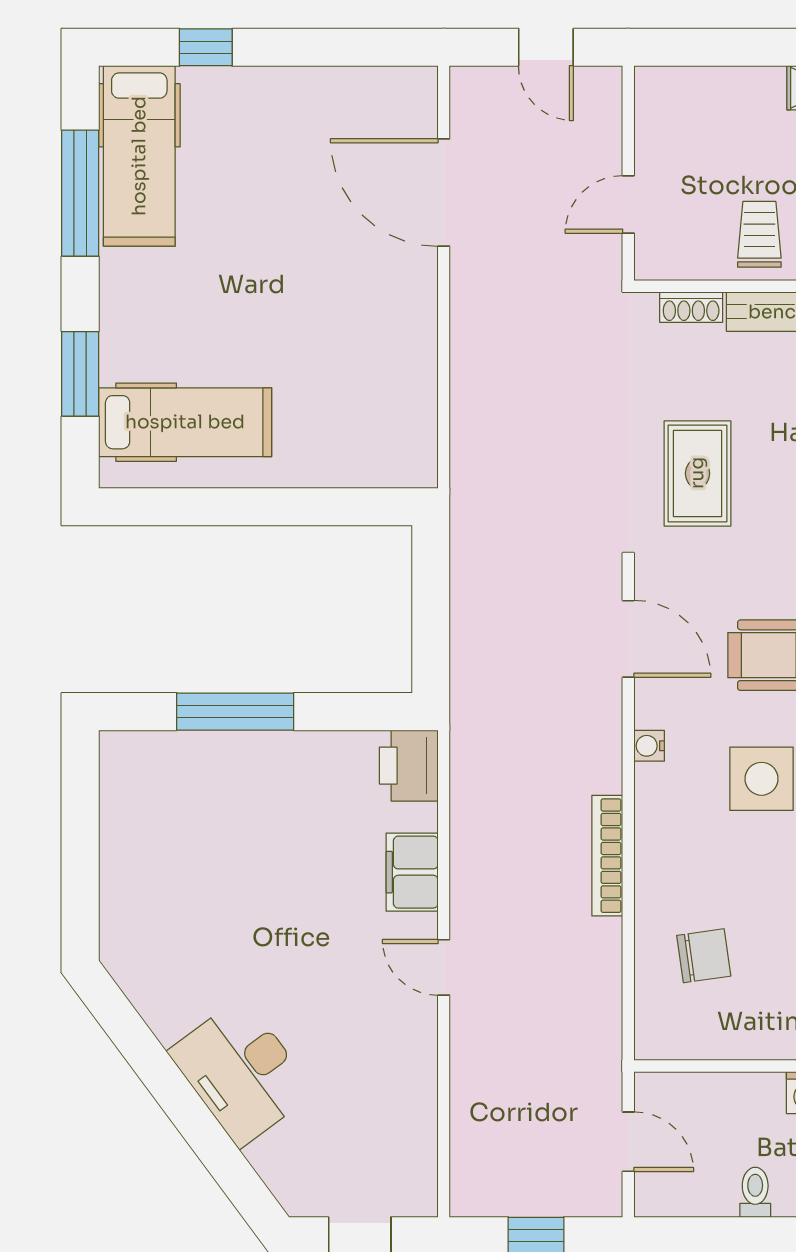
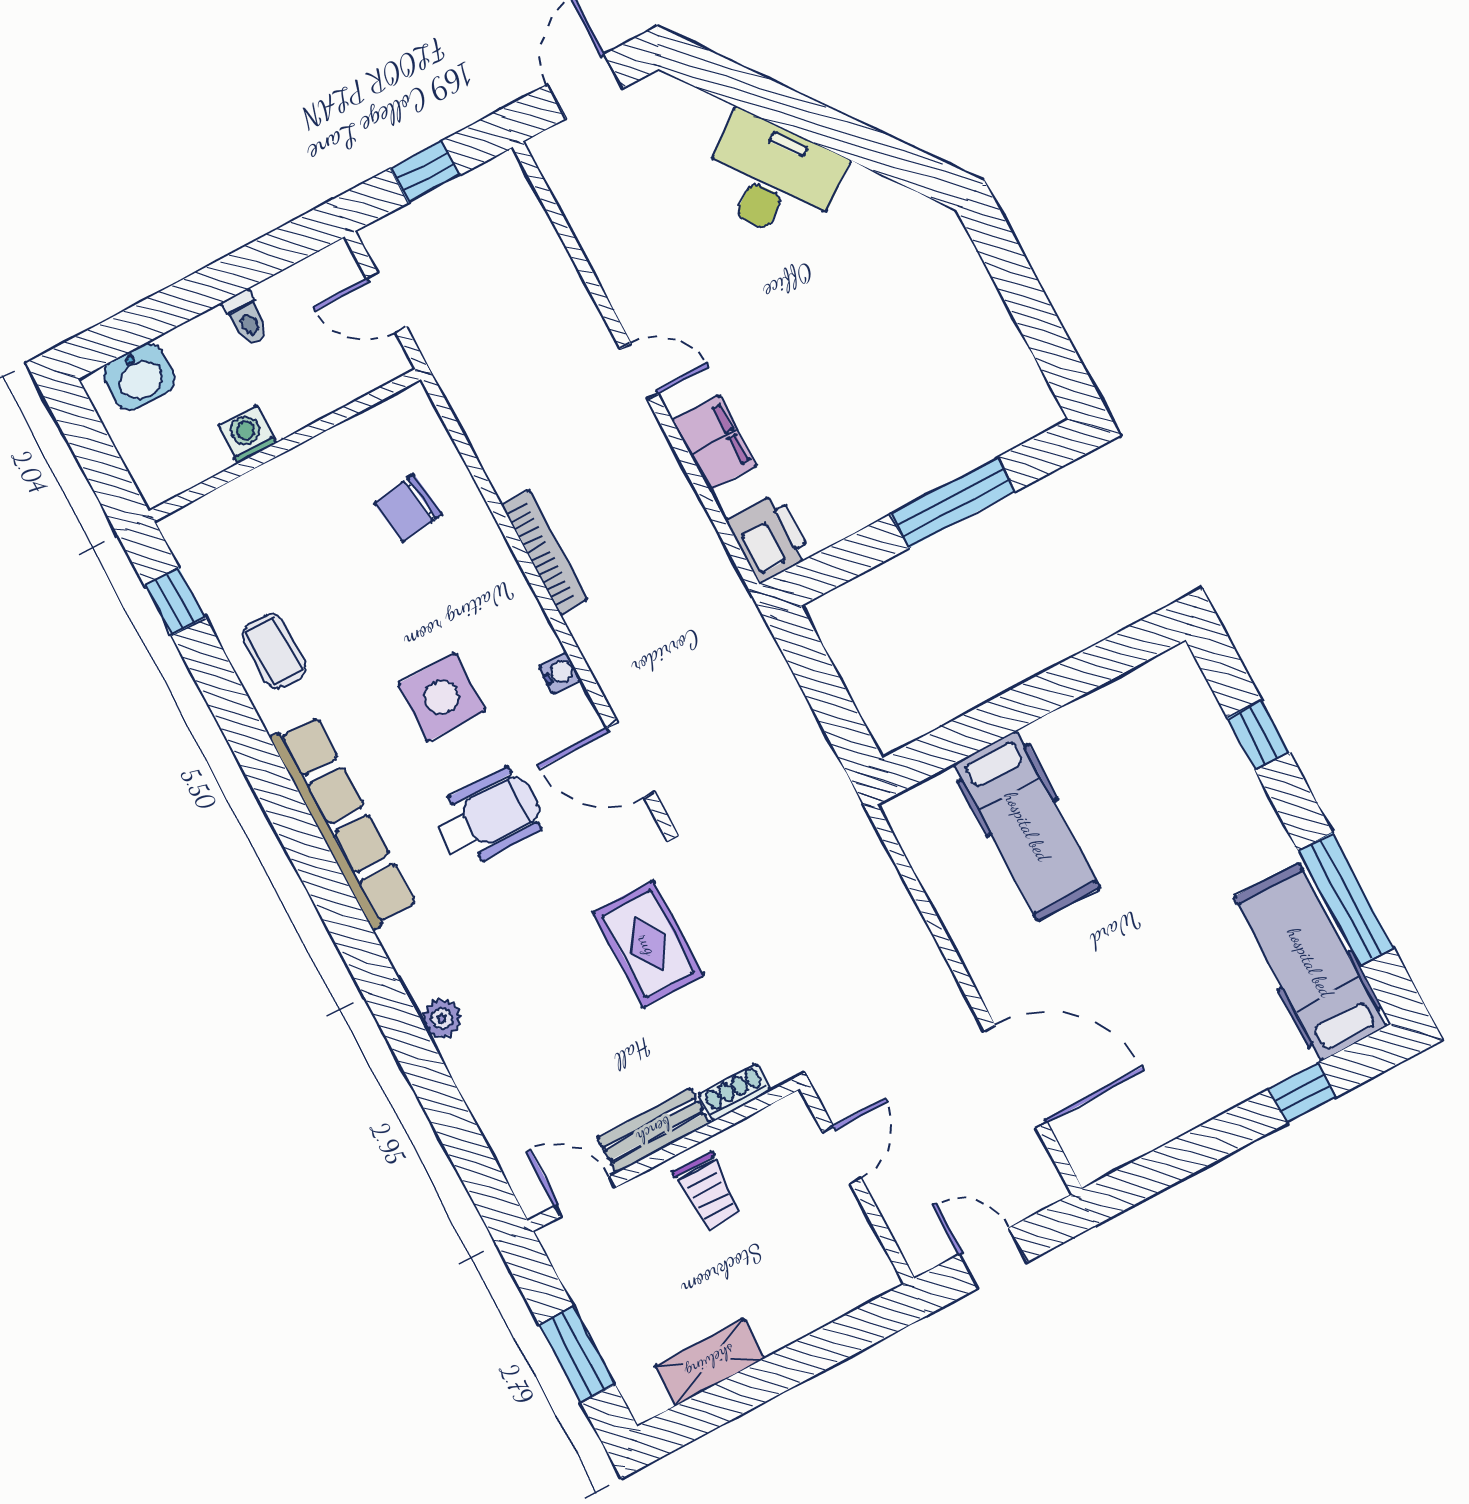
window: (80, 374) -> (1258, 735), width x0.67
hospital bed: (185, 422) -> (1027, 826), moved, turned -90

